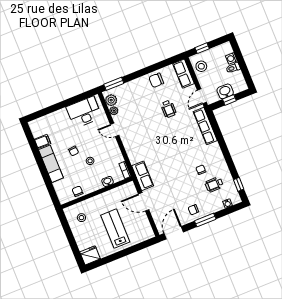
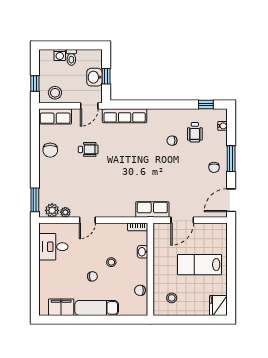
door: (202, 96) -> (89, 106), hinge flipped
desk: (84, 112) -> (53, 247), width x0.73
filing cabinet: (43, 141) -> (61, 307), width x2.00
door: (174, 233) -> (231, 200), hinge flipped

